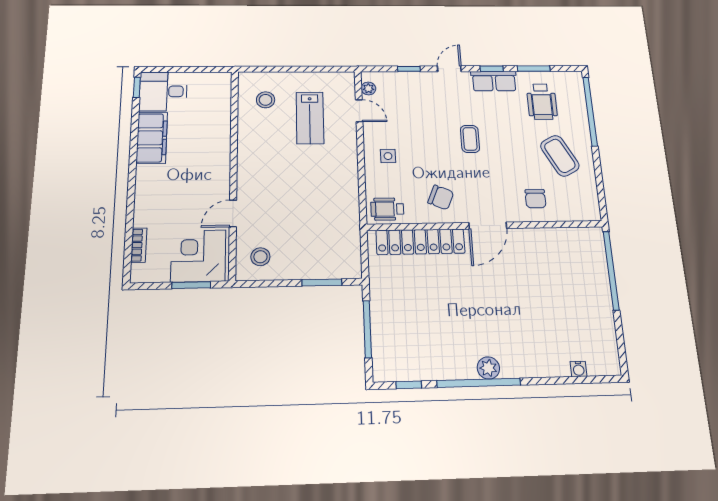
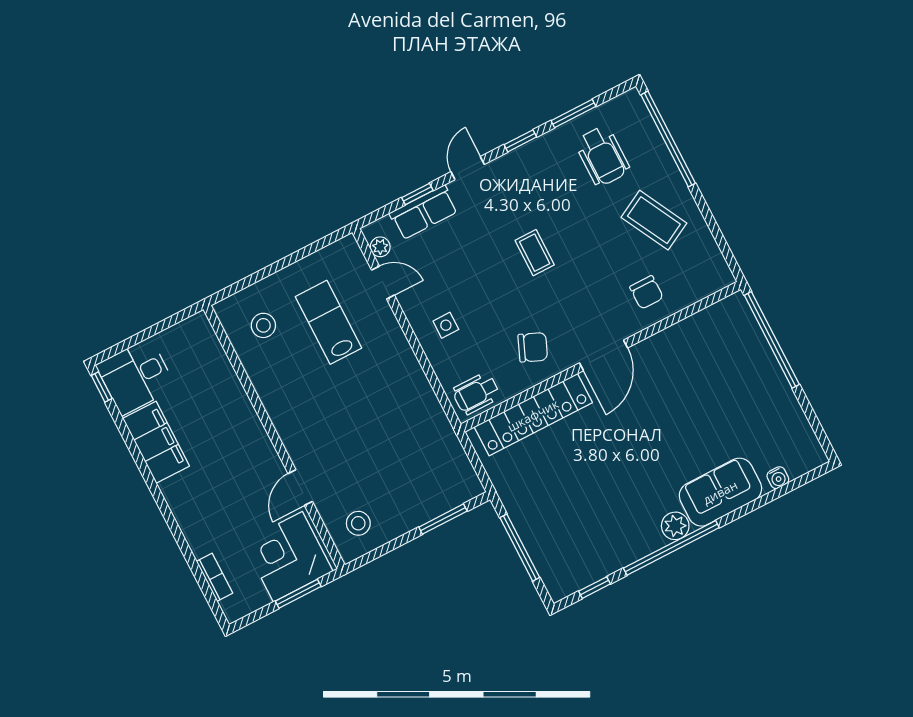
row of seats: (494, 81) -> (424, 212), moved
lab bench: (310, 118) -> (329, 322), turned 180
sofa: (532, 359) -> (720, 492), added

